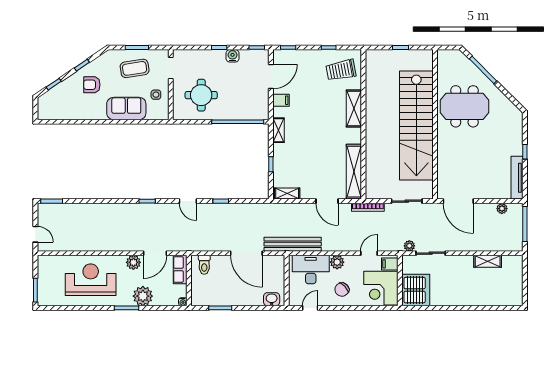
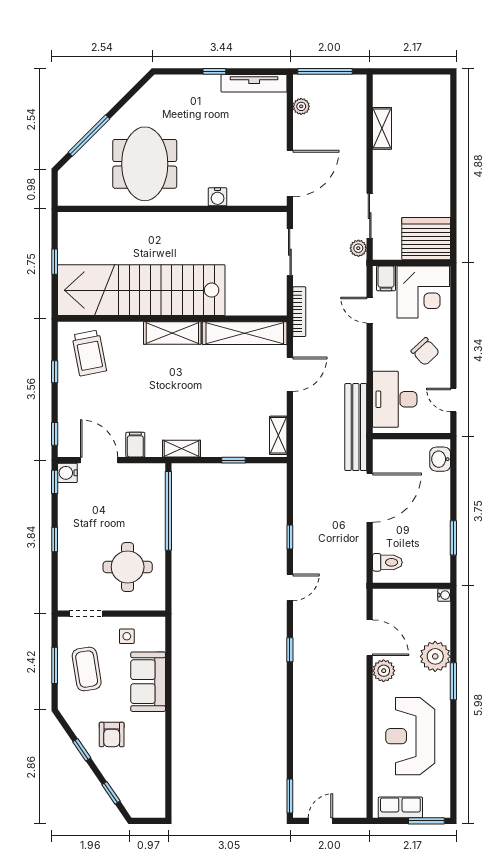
water cooler: (232, 56) -> (67, 473), moved
shelving: (354, 109) -> (172, 333), moved
stairs: (416, 126) -> (141, 290), moved, turned 180
water cooler: (443, 154) -> (218, 197), added
door: (35, 234) -> (320, 821), moved
plant: (337, 262) -> (383, 359), removed
row of seats: (180, 270) -> (400, 807), moved, turned 180

